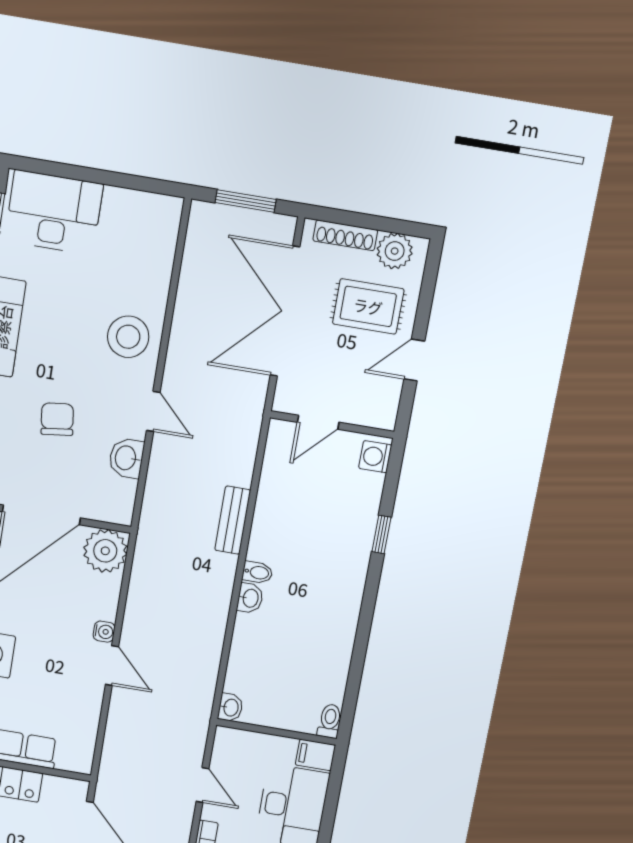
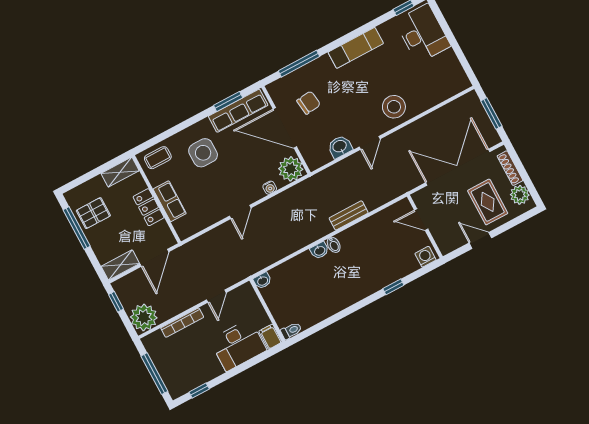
chair: (57, 419) -> (309, 103), moved
water cooler: (104, 632) -> (270, 188), moved

